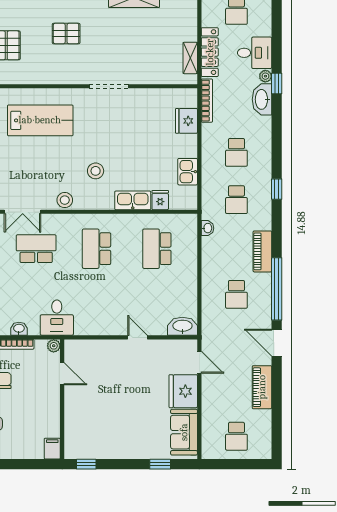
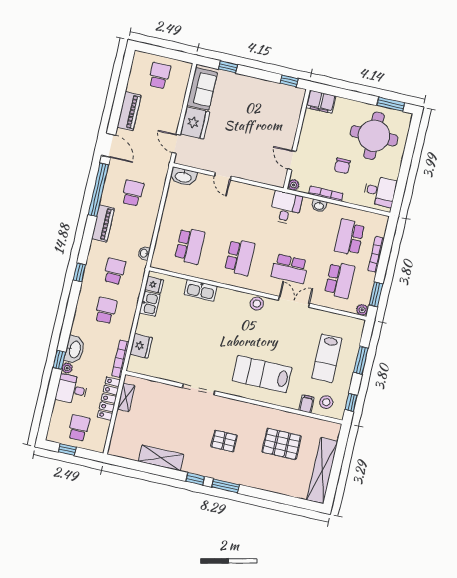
stool: (96, 171) -> (226, 322), removed
fridge: (160, 200) -> (154, 285), moved, turned -90
filing cabinet: (52, 449) -> (321, 102), width x2.00

